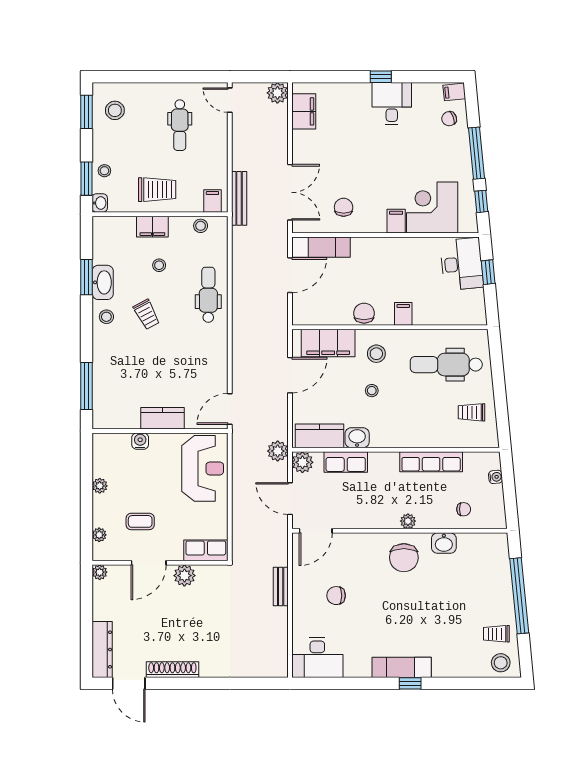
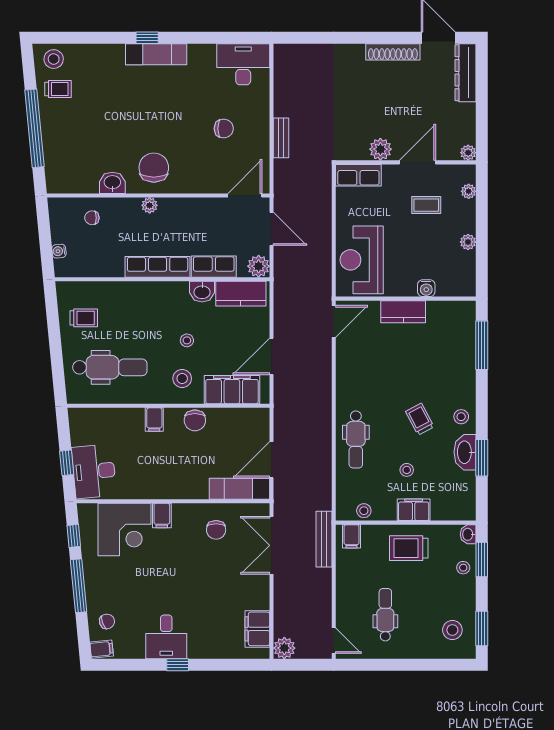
plant: (278, 451) -> (284, 278), removed
row of seats: (431, 462) -> (158, 267), moved

